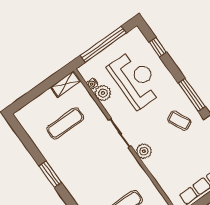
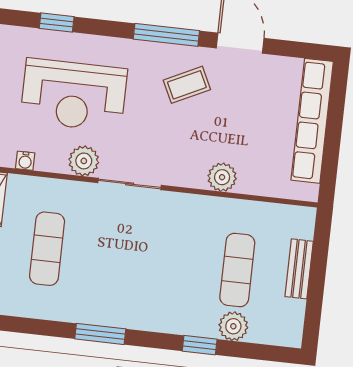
reception desk: (135, 80) -> (74, 95), turned 180
plant: (103, 93) -> (84, 161), moved
plant: (144, 151) -> (222, 177), moved

